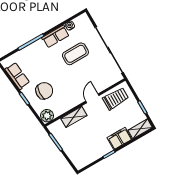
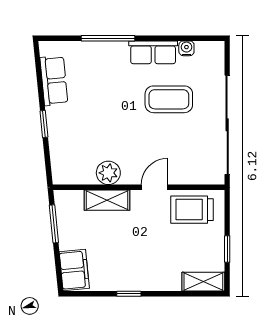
chair: (44, 91) -> (84, 130), removed
trolley: (116, 99) -> (192, 210), turned 180
plant: (47, 116) -> (108, 173), moved
filing cabinet: (120, 139) -> (74, 270), moved, turned 84

